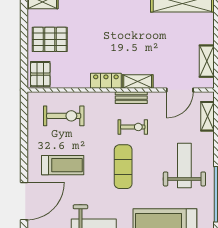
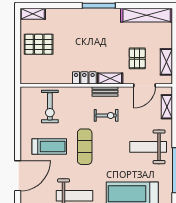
pallet: (40, 74) -> (137, 58), moved
exercise bike: (64, 116) -> (50, 106), turned 90
weight bench: (184, 166) -> (148, 147), turned -90
exercise mat: (123, 167) -> (85, 147), moved

